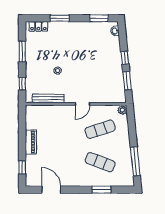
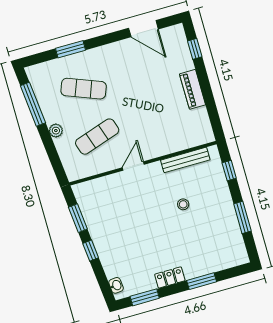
locker: (38, 26) -> (170, 277), moved
plant: (122, 110) -> (56, 131), moved

